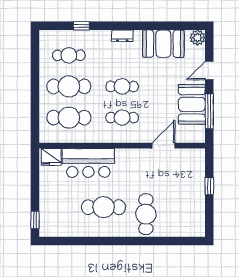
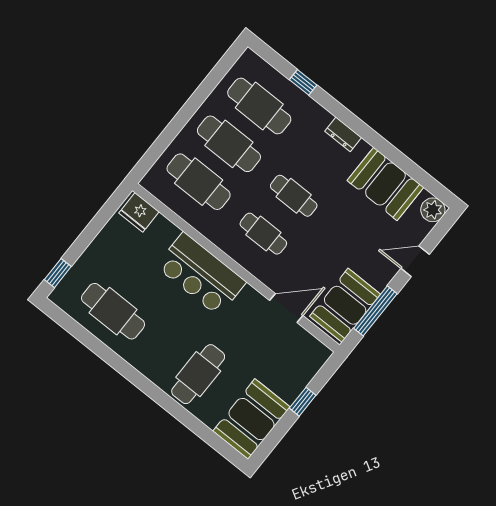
cafe table: (69, 55) -> (259, 106), width x1.37, depth x1.35
booth: (192, 104) -> (345, 305), moved
bar counter: (88, 163) -> (201, 274), moved
cafe table: (103, 207) -> (113, 311), moved
booth: (191, 215) -> (252, 419), added

